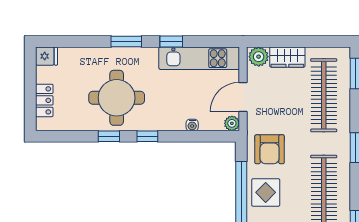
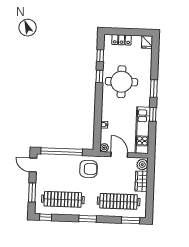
window: (147, 136) -> (100, 56), moved
armchair: (270, 149) -> (89, 169), turned 180
display table: (266, 192) -> (64, 166), removed

